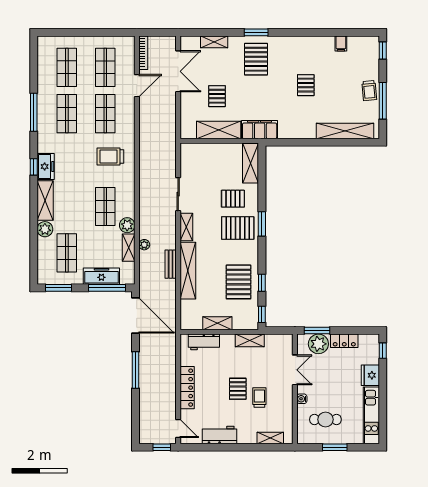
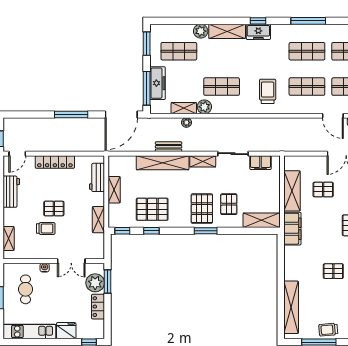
filing cabinet: (188, 164) -> (260, 163), added

